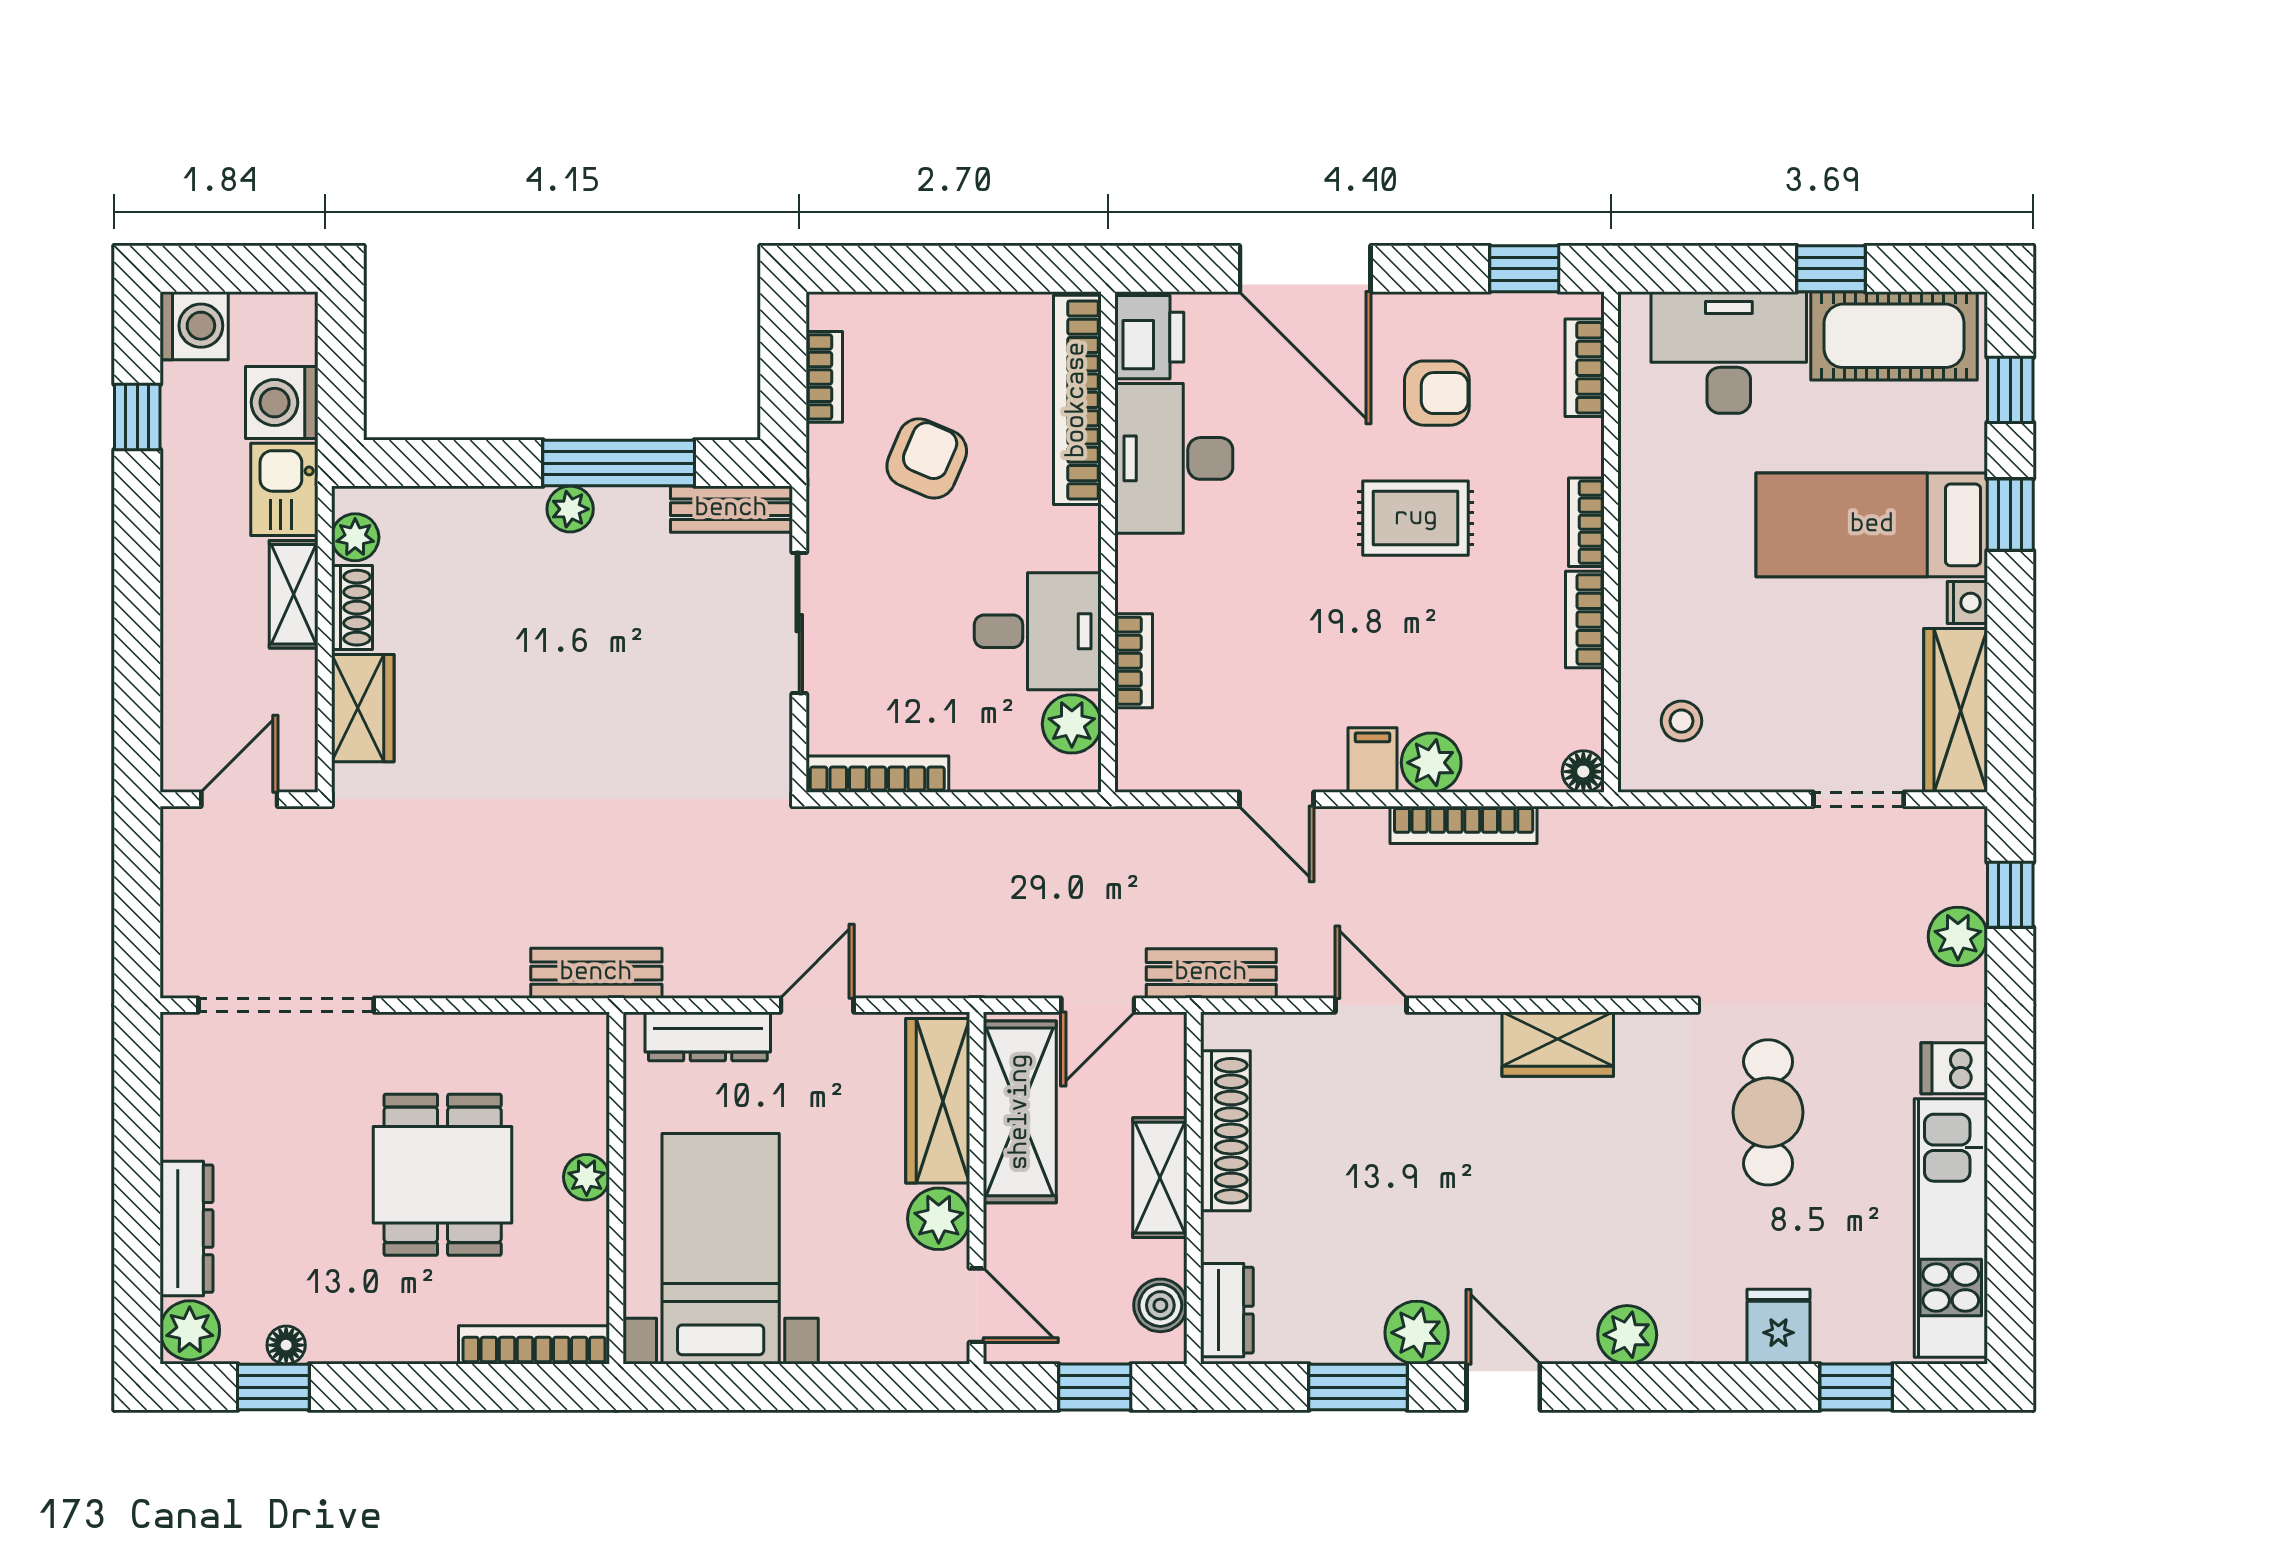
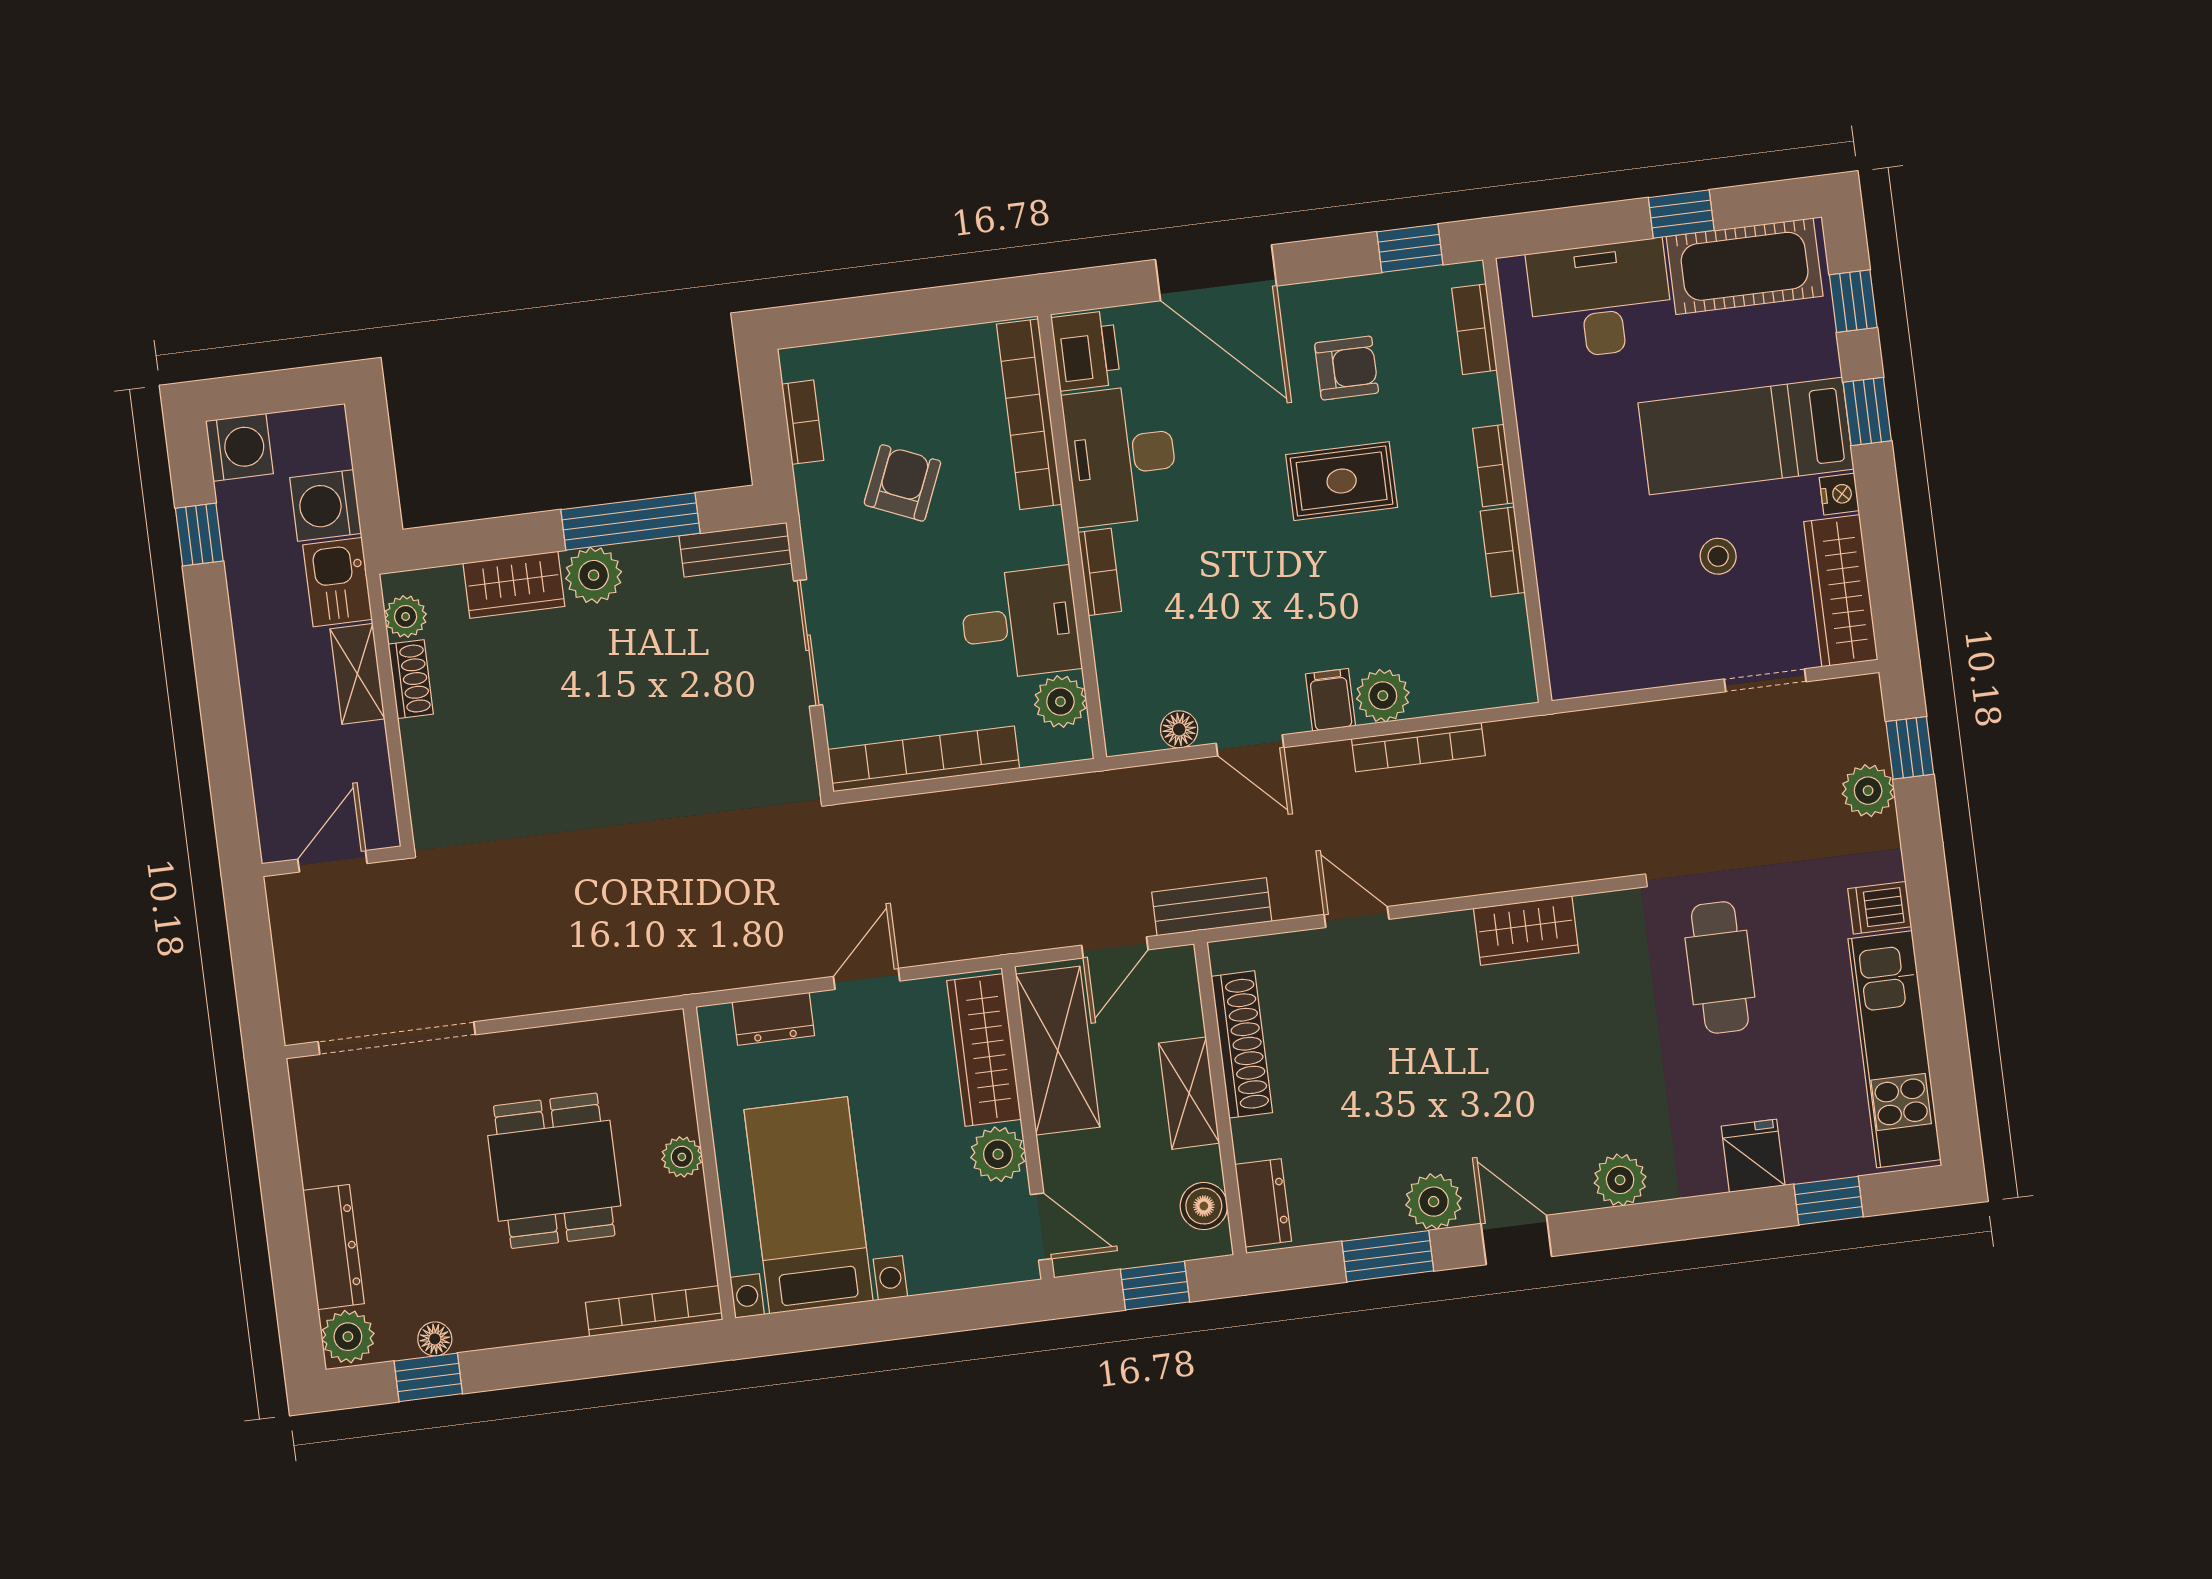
plant: (570, 509) -> (594, 575), width x1.38, depth x1.38
bookcase: (1134, 661) -> (1100, 572), moved
wardrobe: (363, 708) -> (514, 585), moved, turned 90
stool: (1681, 721) -> (1718, 556), moved
floor lamp: (1583, 772) -> (1179, 729), moved
bookcase: (877, 774) -> (924, 759), width x1.48, depth x1.31
bench: (596, 973) -> (668, 975), removed
dresser: (708, 1036) -> (773, 1019), width x0.70

